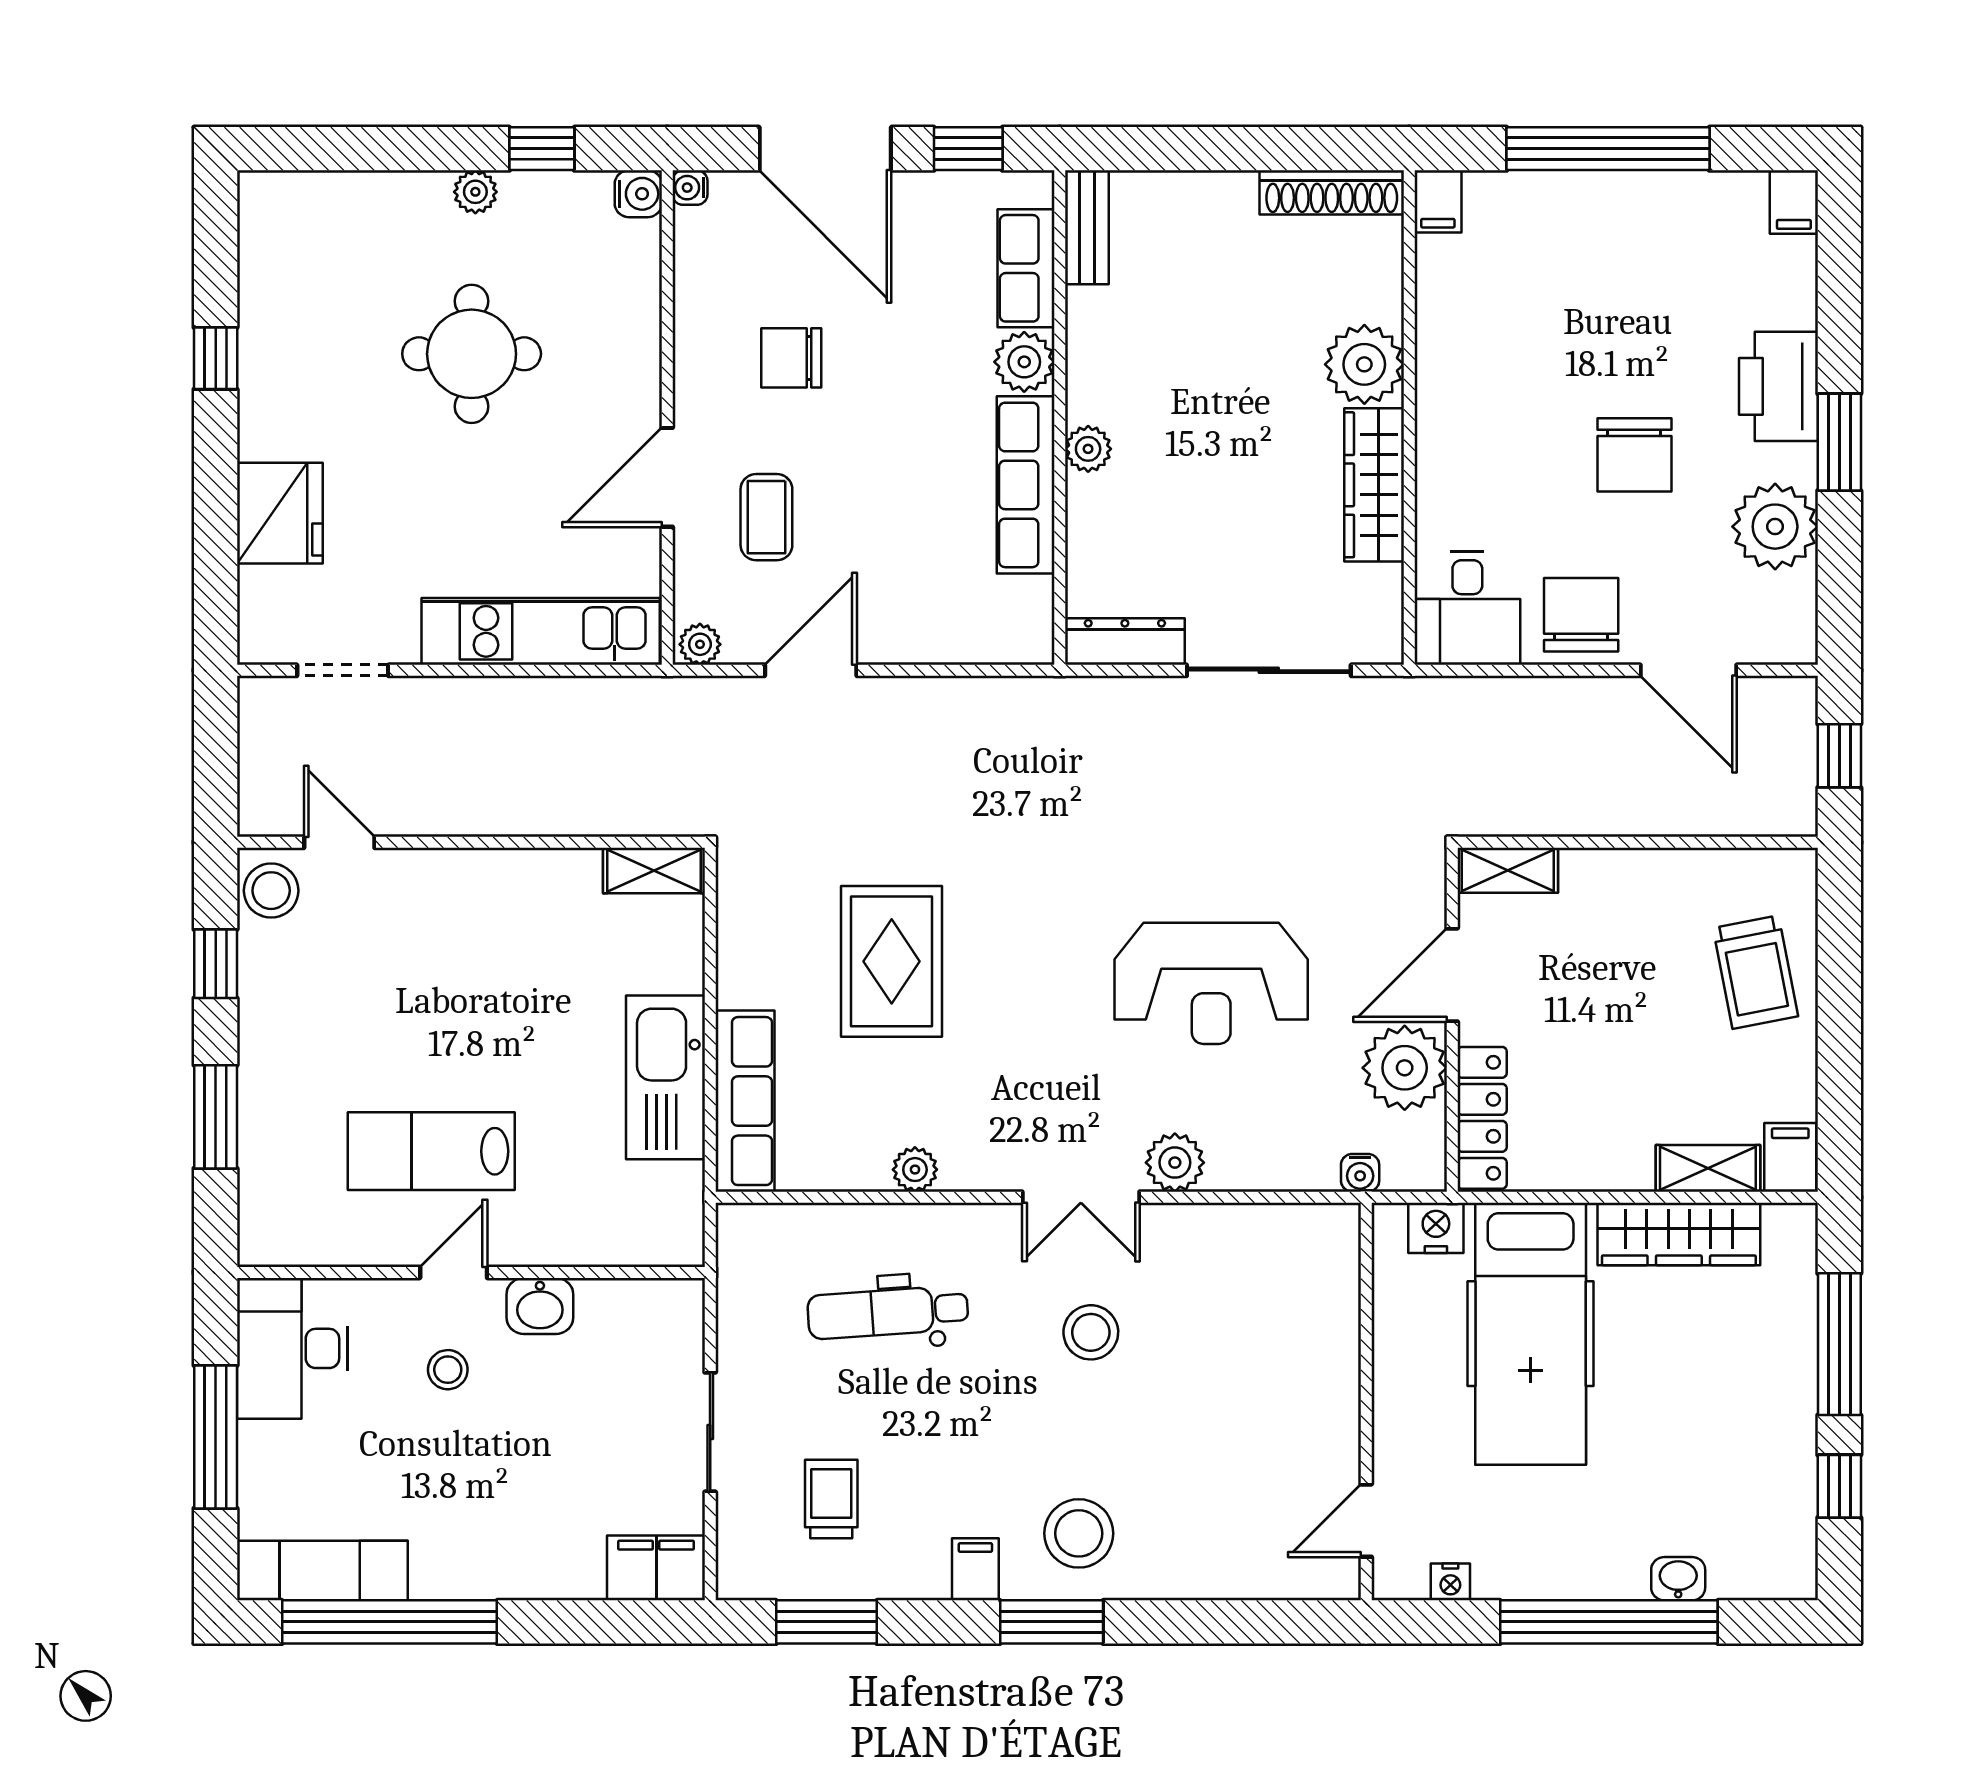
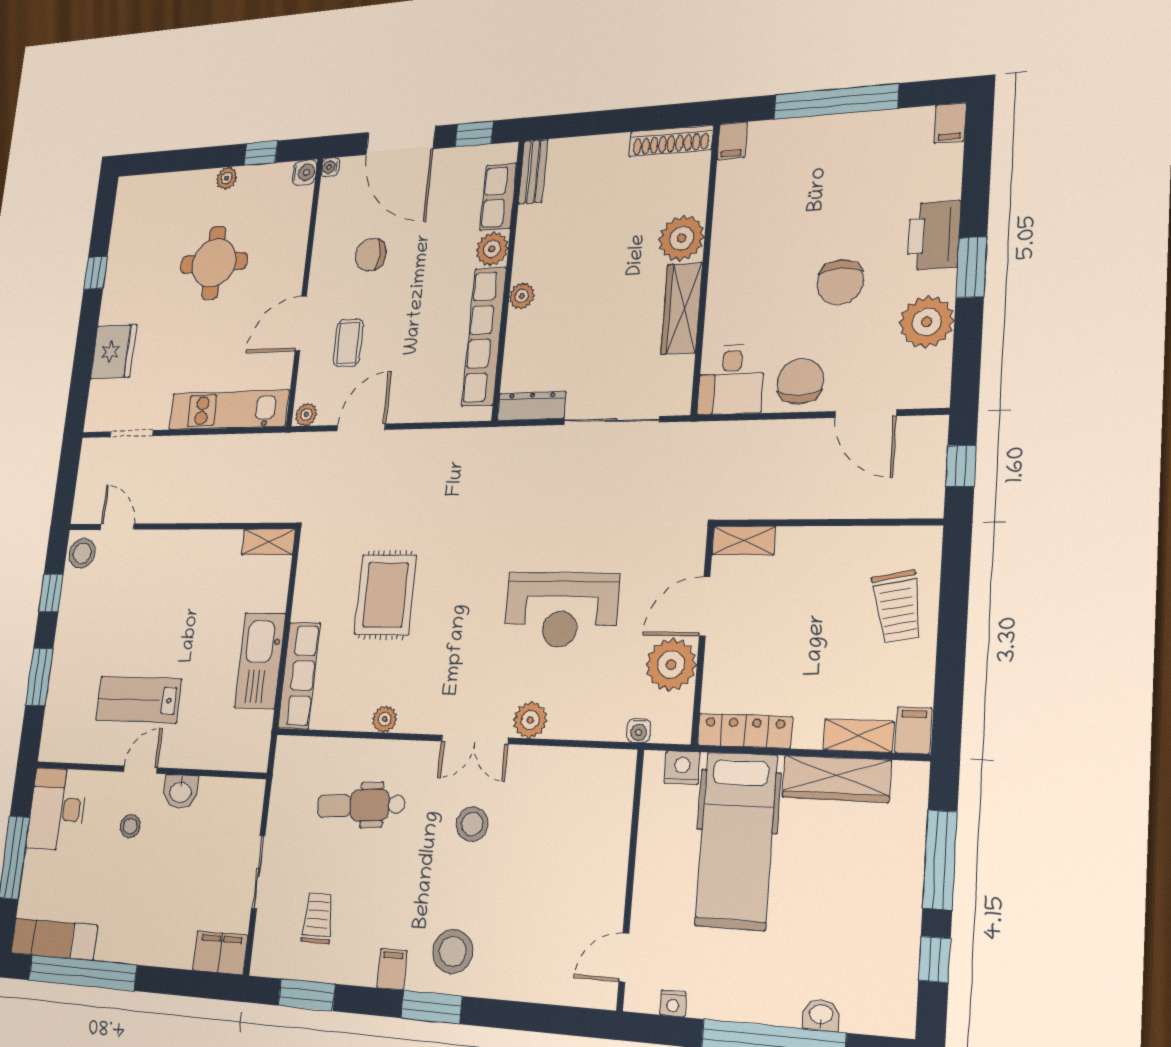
row of seats: (1026, 485) -> (484, 337), width x1.36
locker: (1482, 1118) -> (745, 731), moved, turned -90

